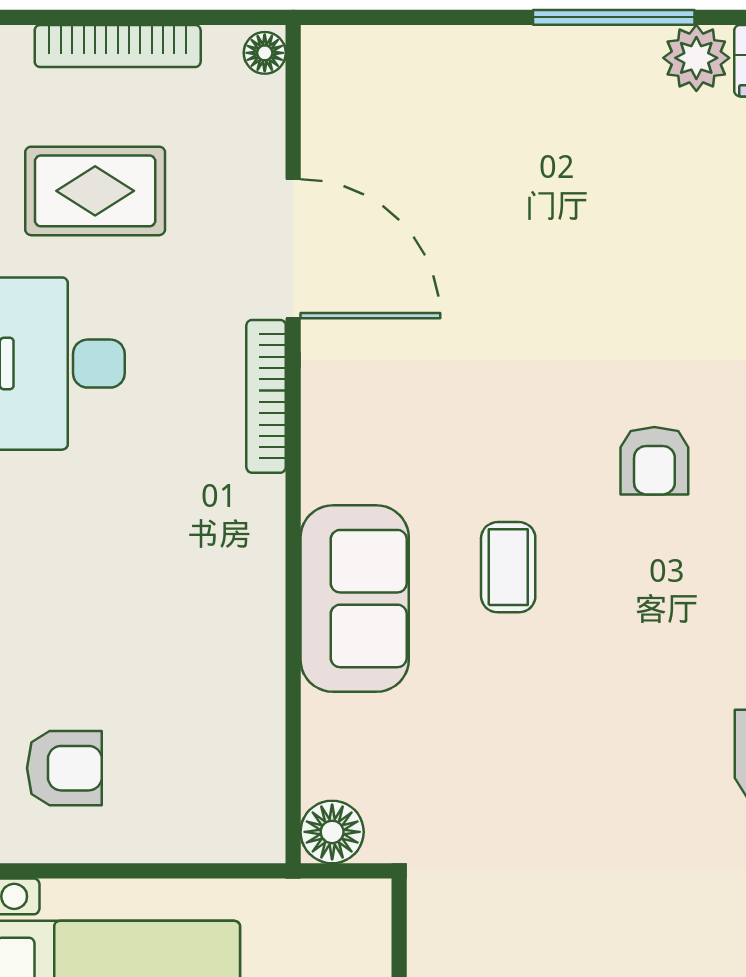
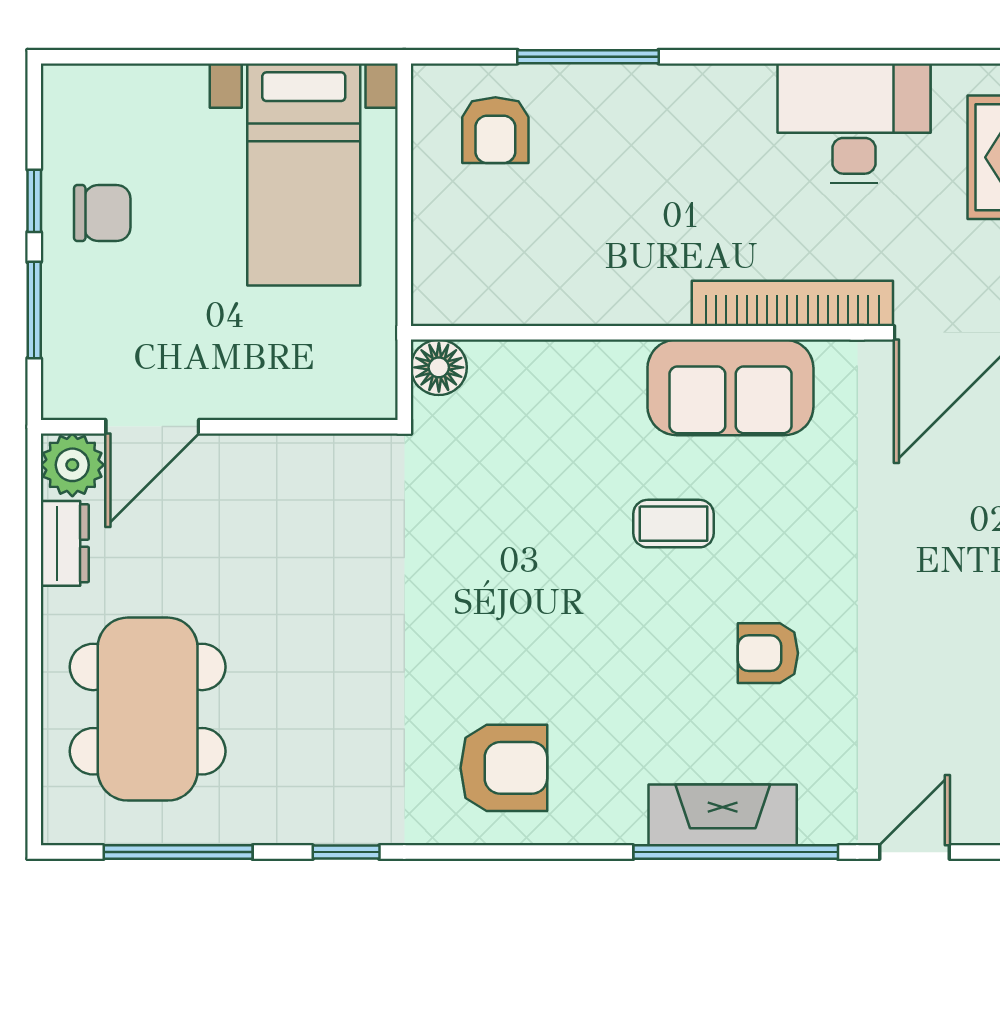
bookcase: (266, 396) -> (792, 303), width x1.48, depth x1.31
sofa: (355, 599) -> (730, 387), moved

